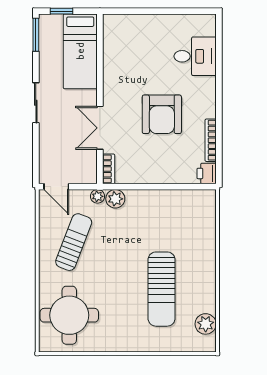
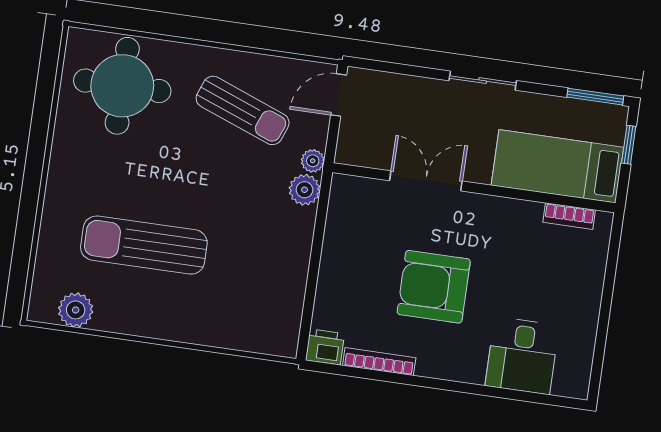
bookcase: (109, 169) -> (569, 216), moved

